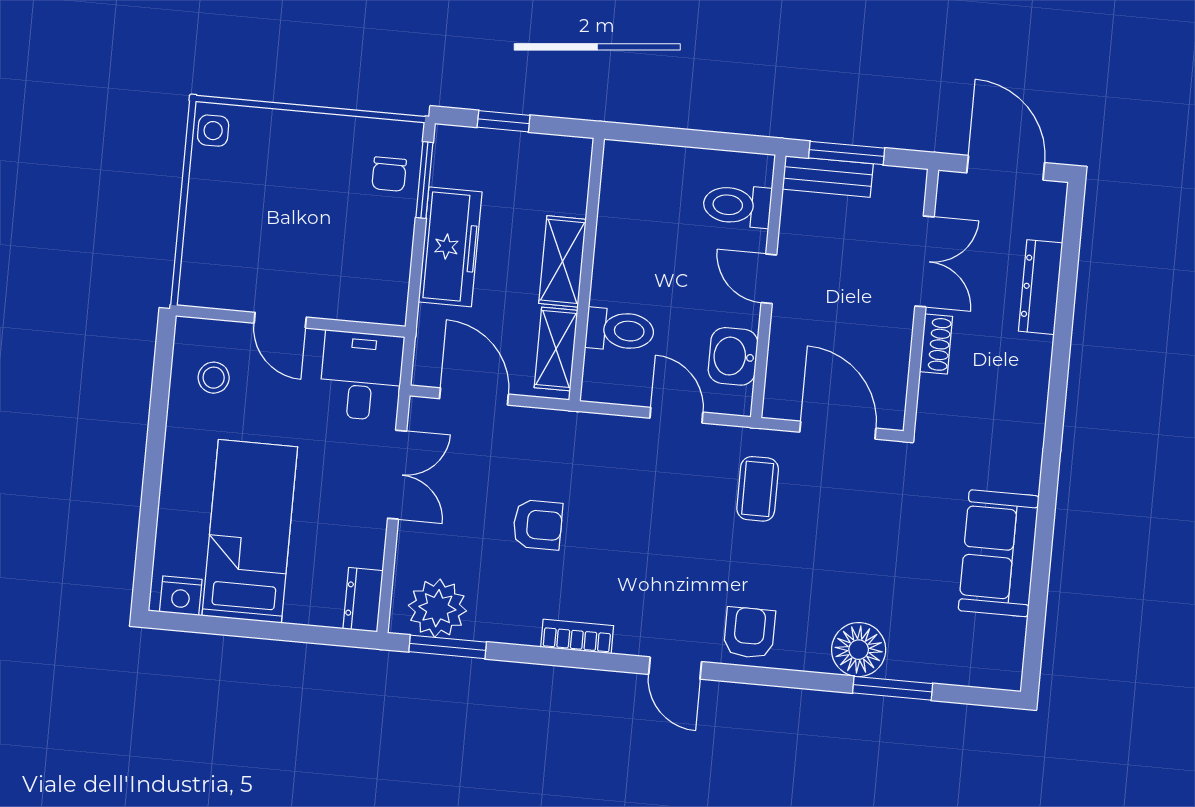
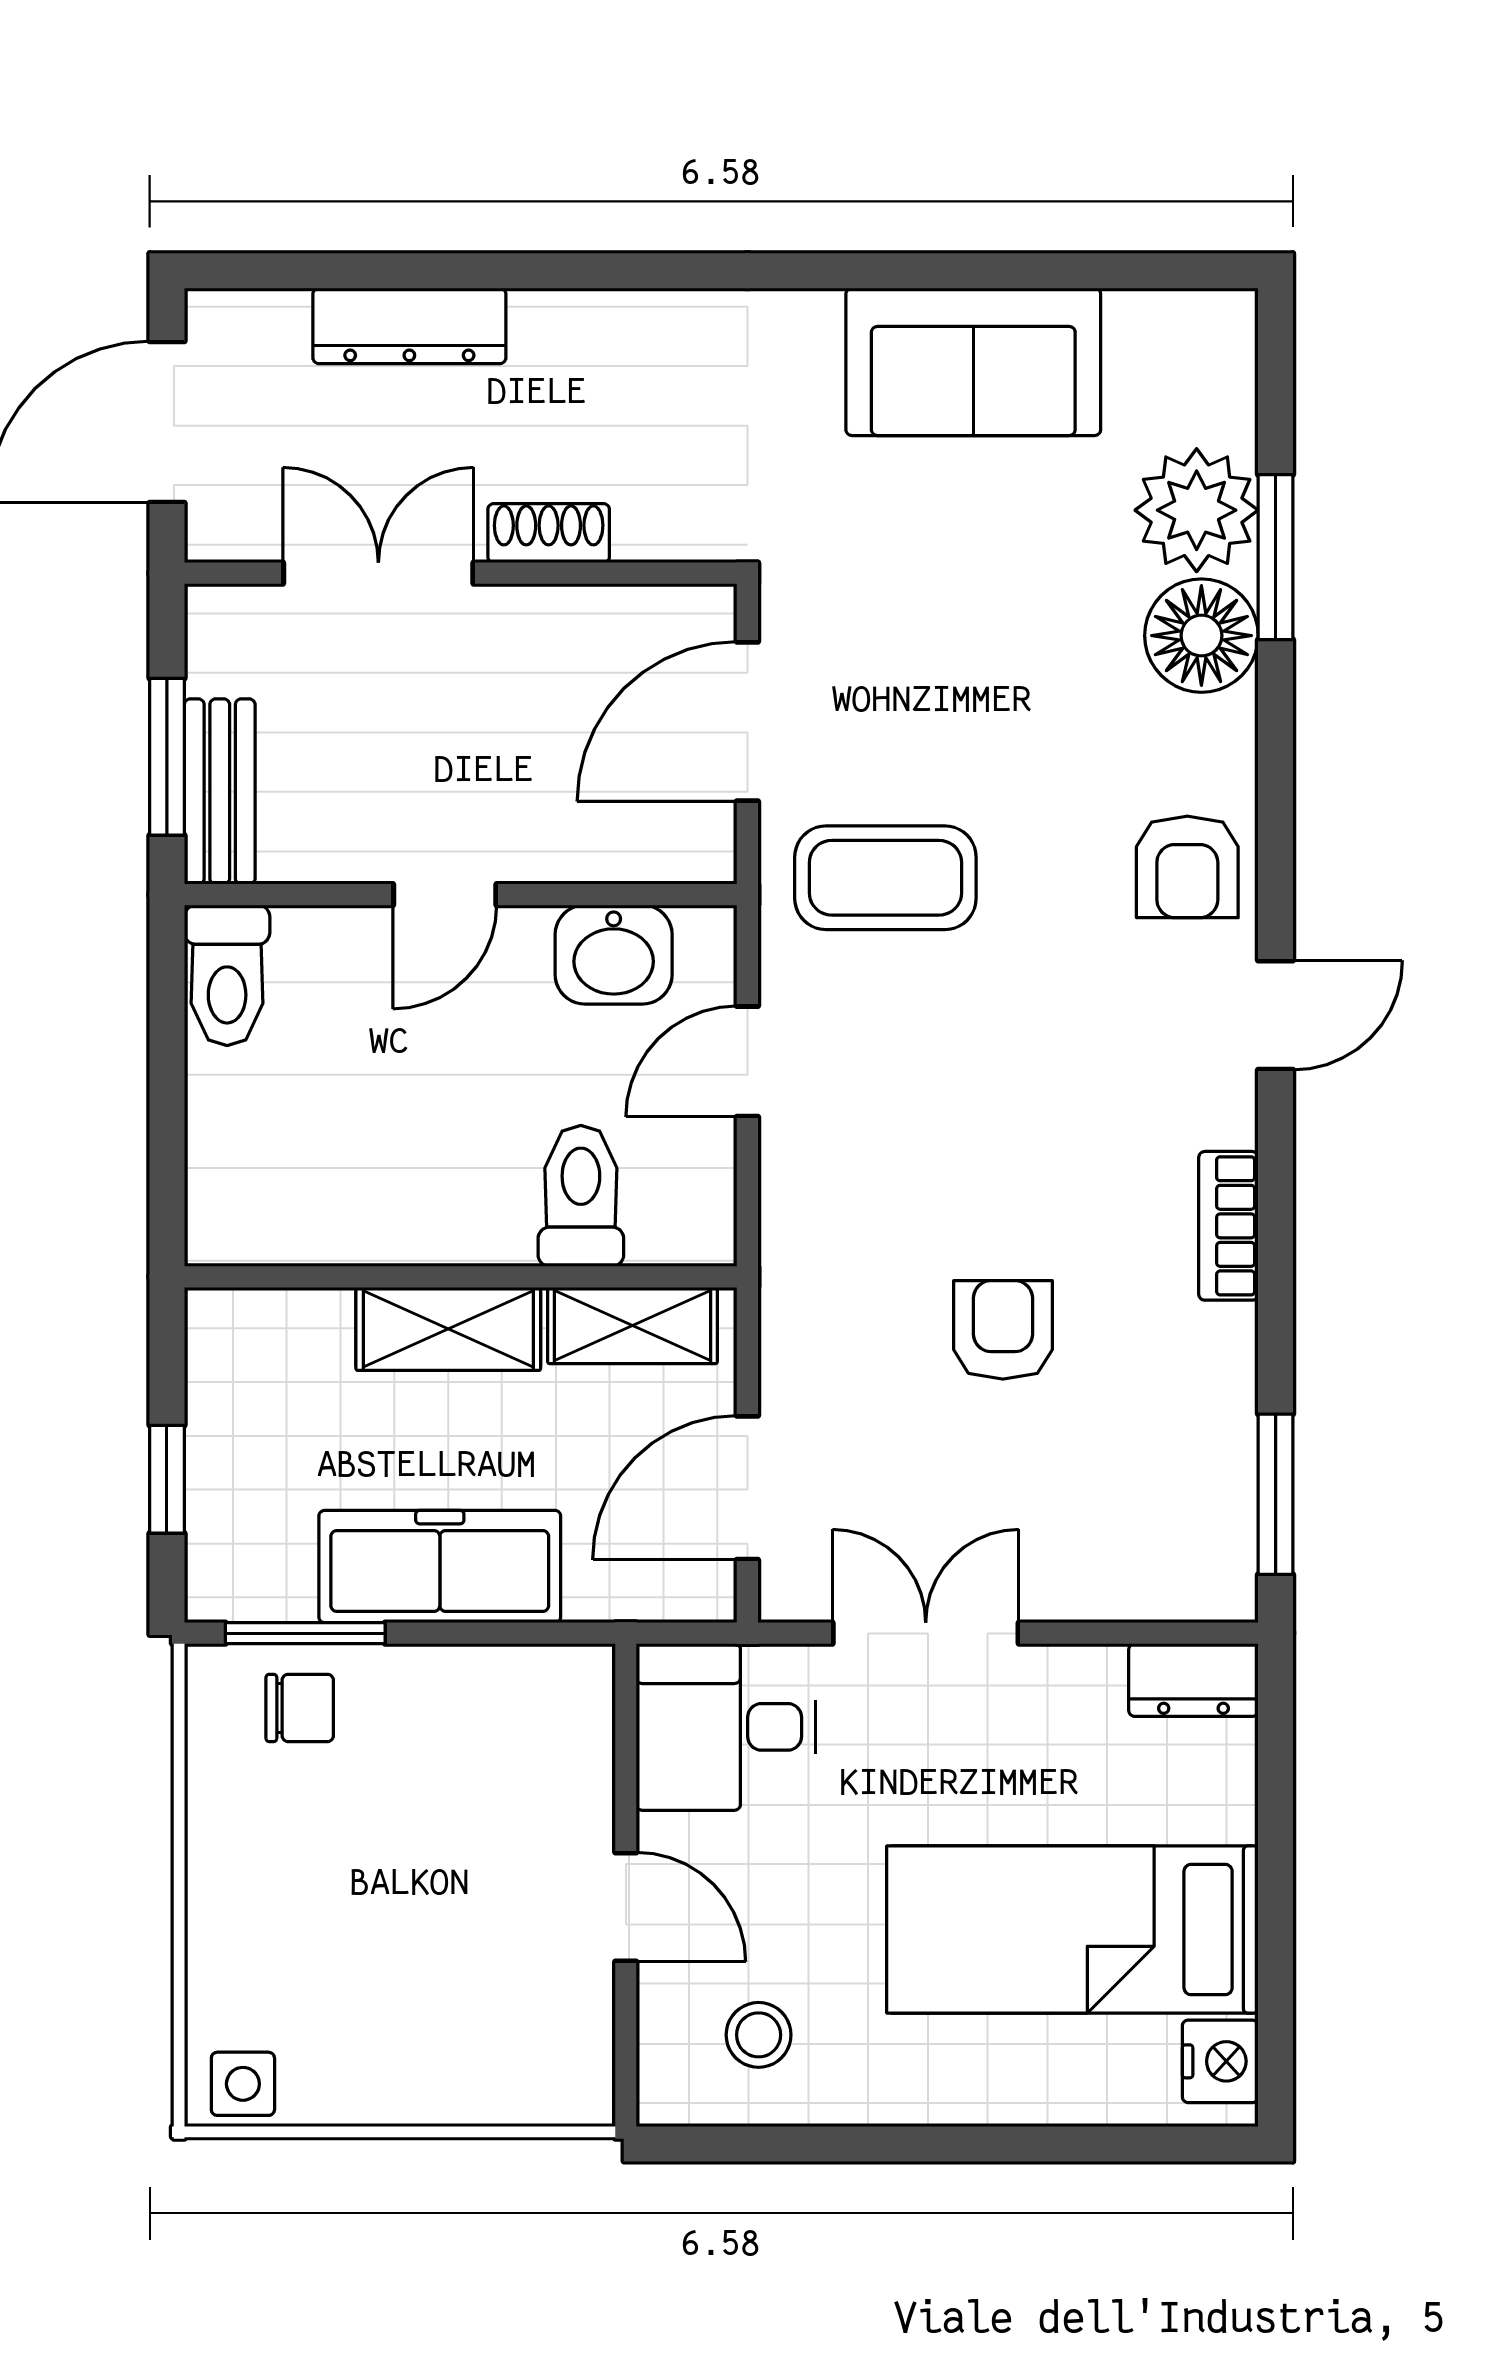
toilet: (737, 206) -> (227, 975), moved
door: (280, 320) -> (626, 1907), hinge flipped
coffee table: (758, 489) -> (885, 878), width x1.36, depth x1.30
plant: (437, 608) -> (1197, 510), moved
armchair: (749, 633) -> (1187, 867), turned -90

